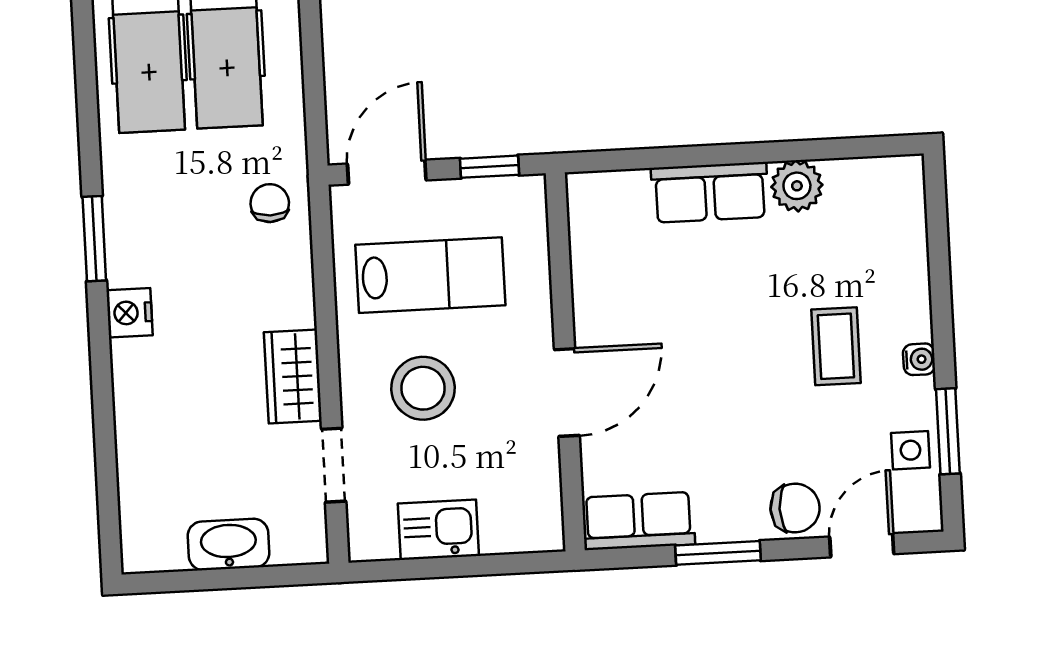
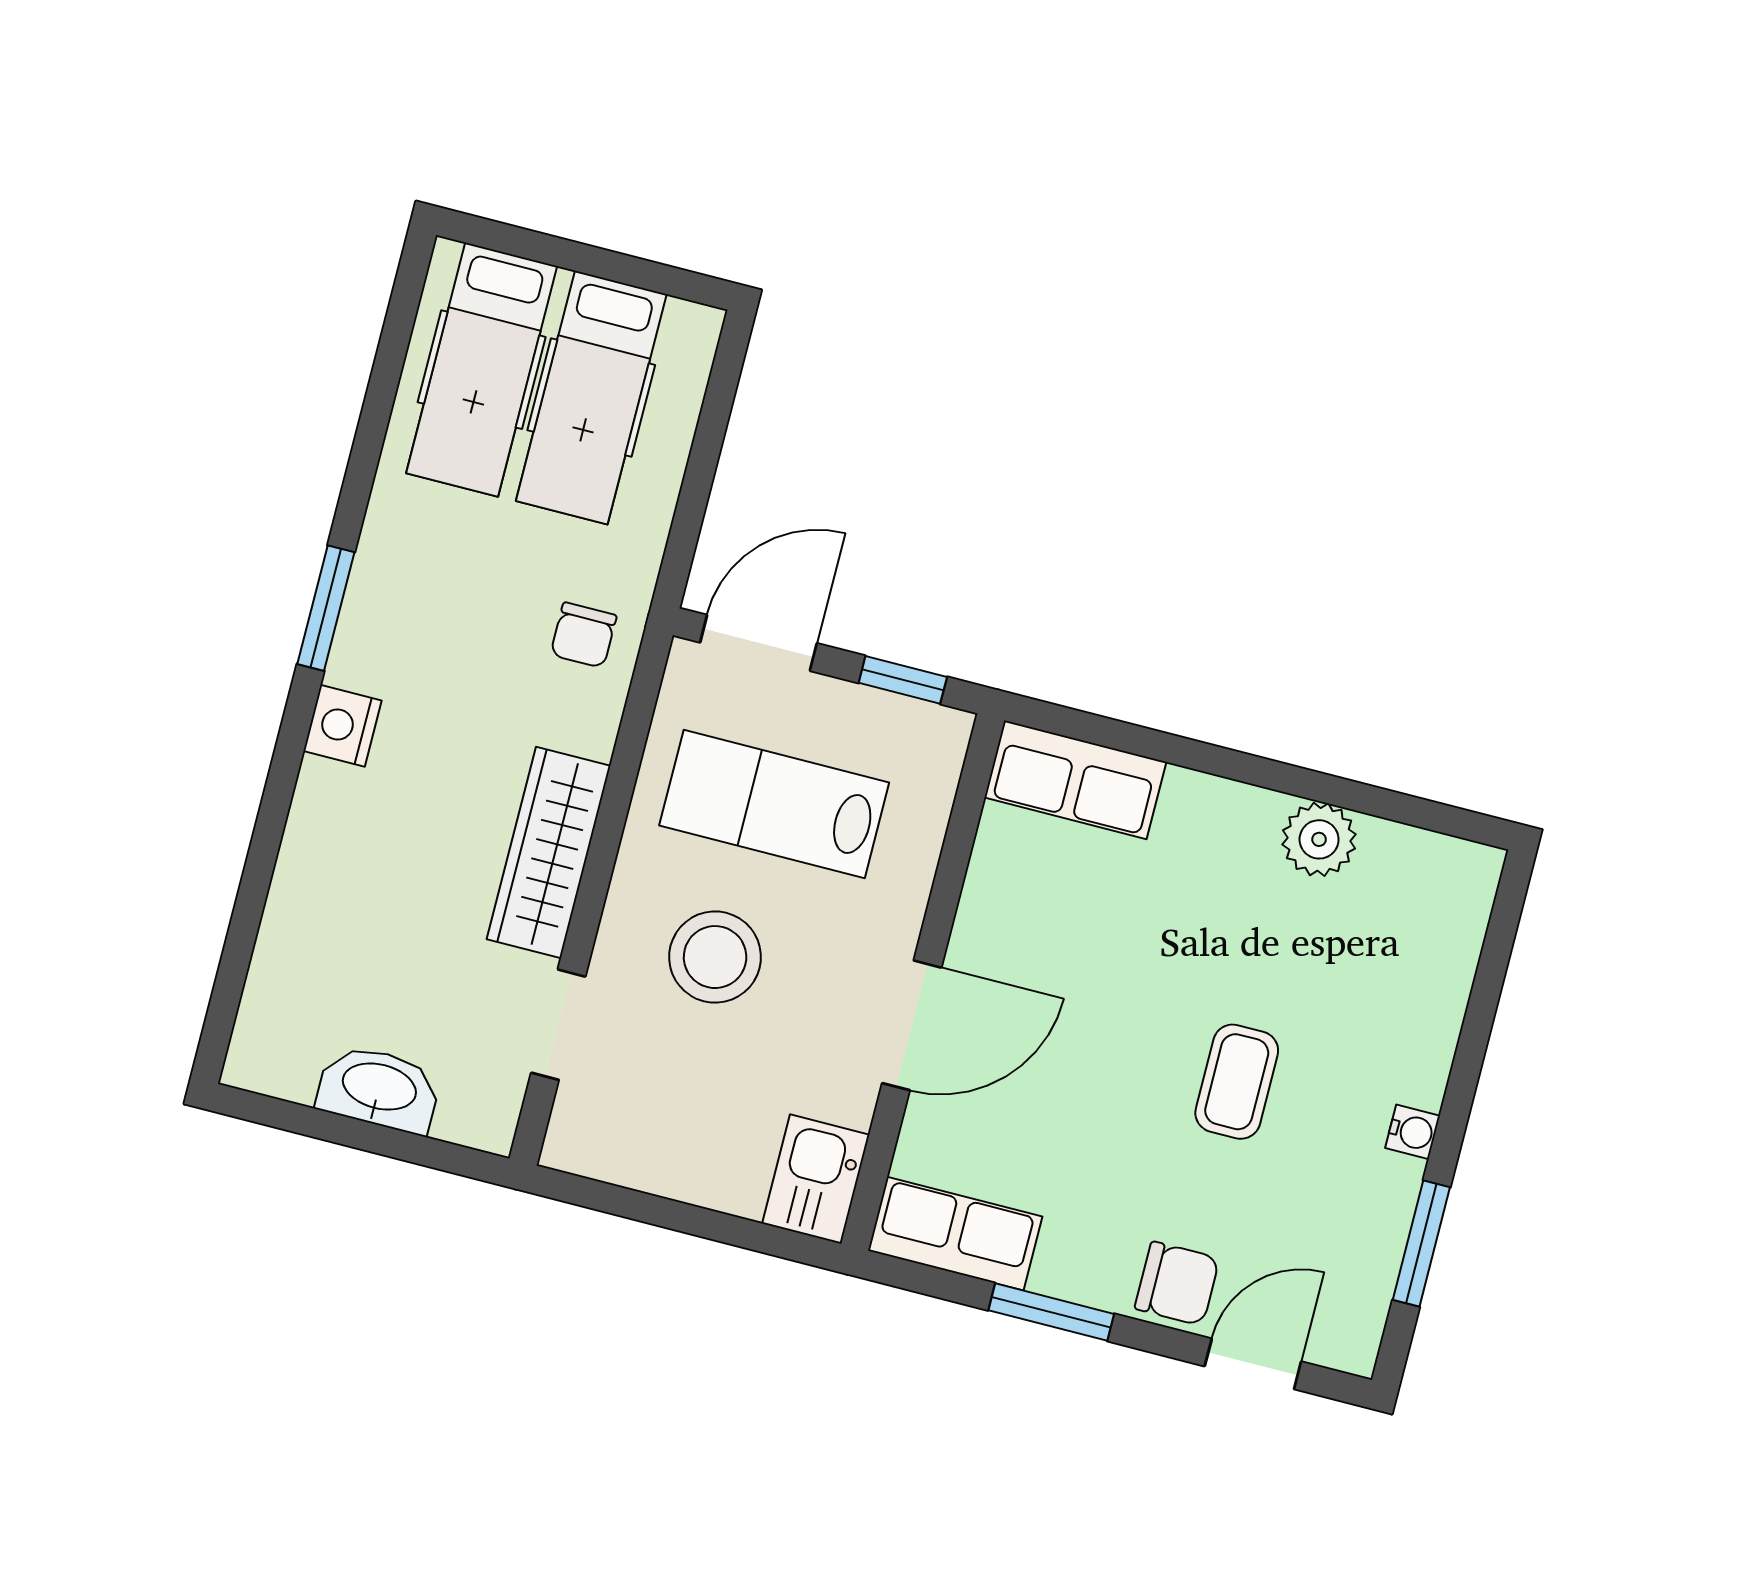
row of seats: (710, 192) -> (1075, 780), moved
chair: (270, 203) -> (584, 635), turned 180
lab bench: (430, 275) -> (774, 804), turned 180
coffee table: (836, 346) -> (1237, 1082), moved
wardrobe: (293, 377) -> (549, 853), width x1.50
side table: (910, 450) -> (1361, 1254), removed
kitchen sink: (438, 530) -> (816, 1179), moved, turned -90

